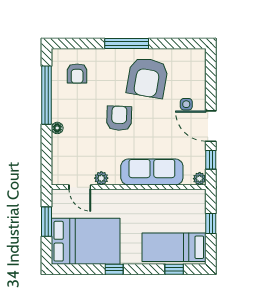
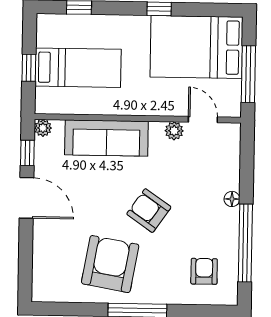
side table: (186, 104) -> (59, 228), removed
armchair: (119, 118) -> (149, 211), turned 123
window: (47, 222) -> (248, 74), width x1.44
bed: (174, 247) -> (78, 68), moved

